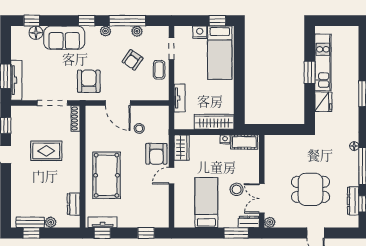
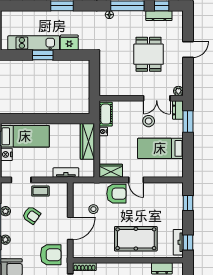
armchair: (89, 81) -> (51, 255), turned 180

